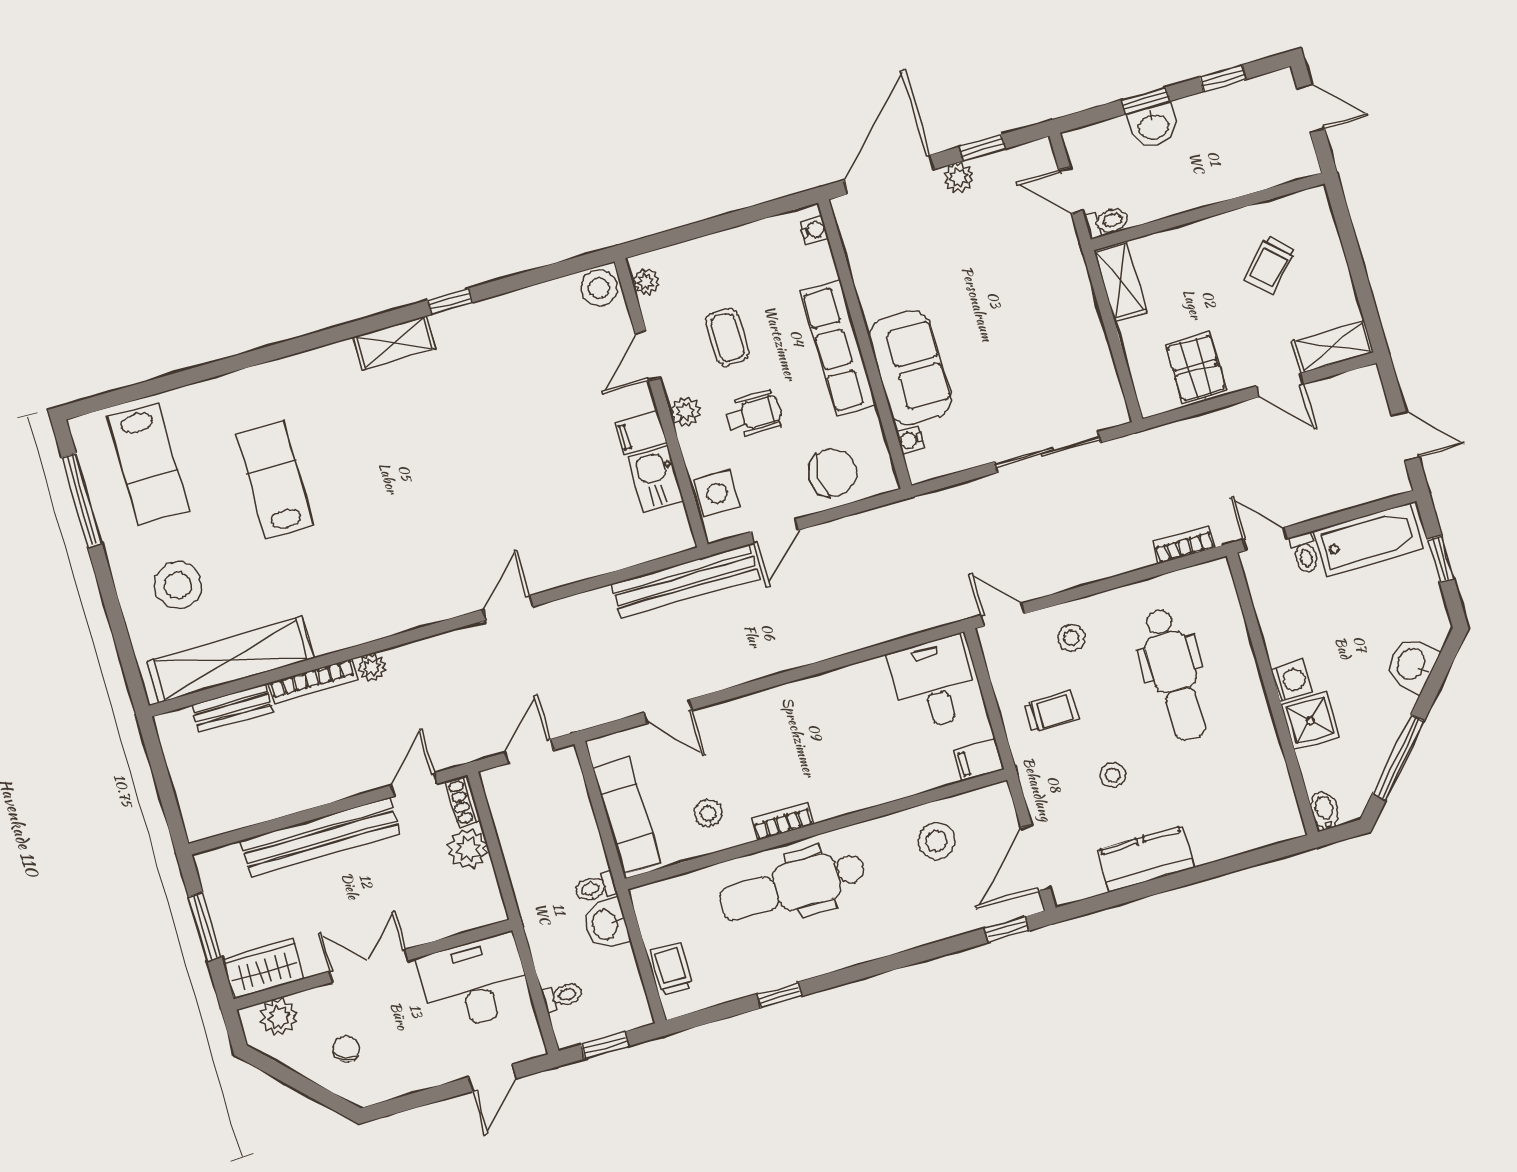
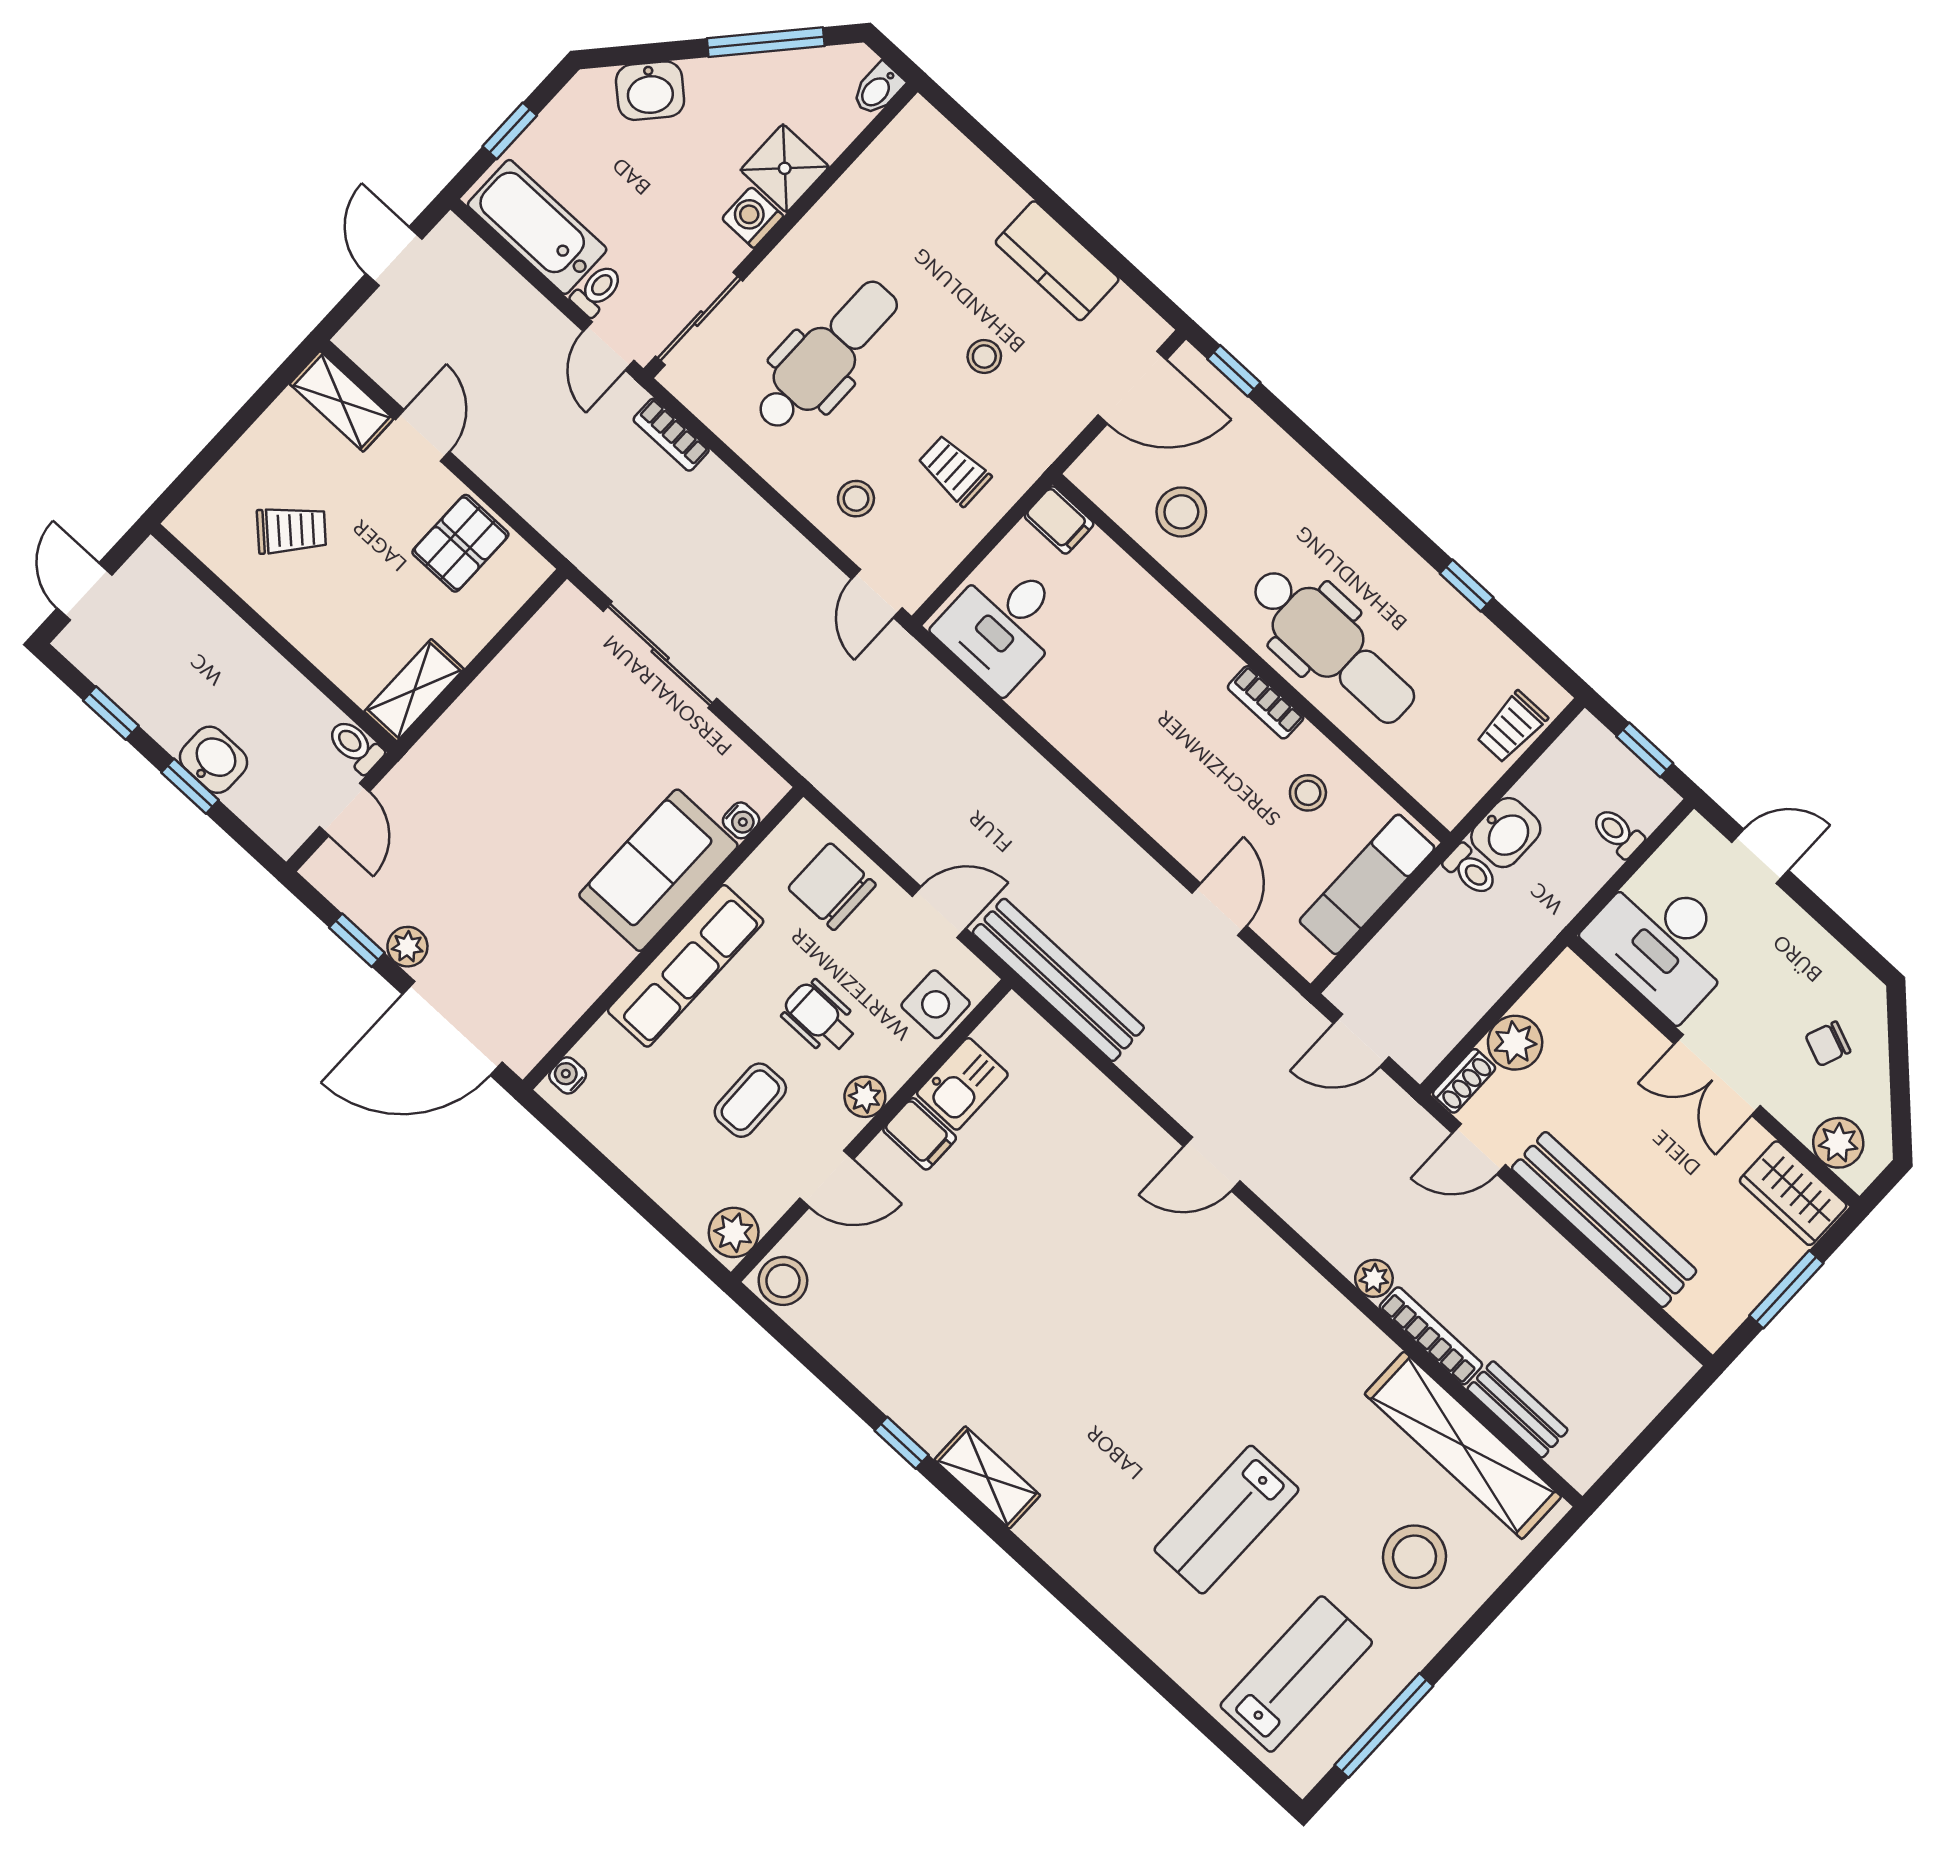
plant: (646, 282) -> (734, 1232), width x1.38, depth x1.38
sliding door: (1247, 607) -> (699, 319), added

